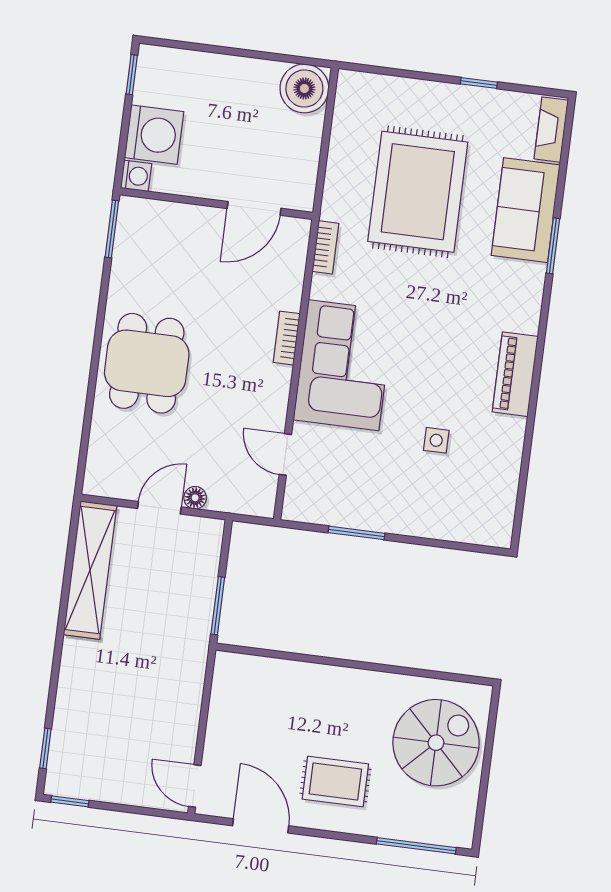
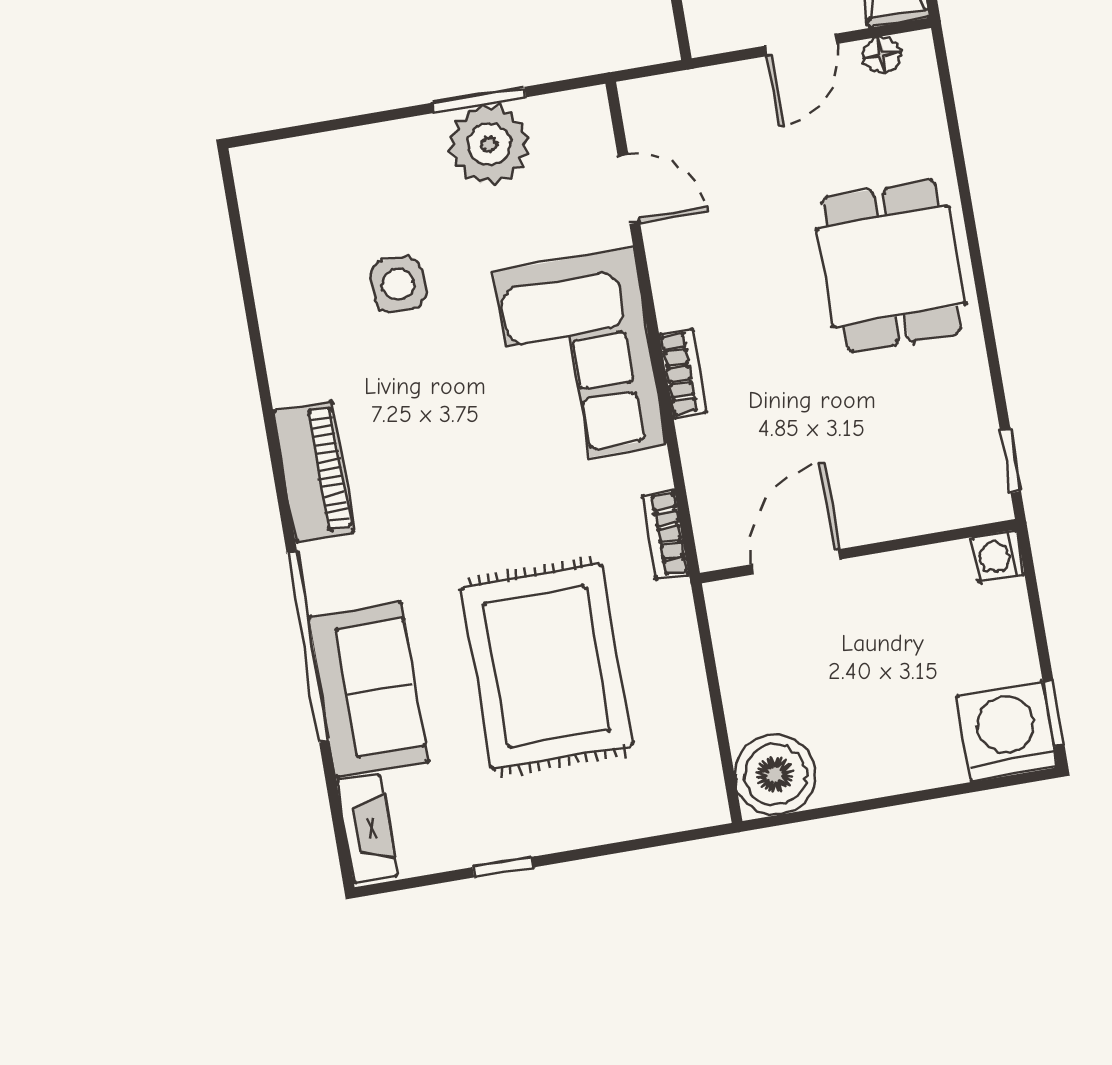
washing machine: (154, 135) -> (1007, 731), moved, turned 90
window: (112, 229) -> (1010, 461), width x0.67
window: (553, 246) -> (308, 647), width x2.11
piano: (515, 374) -> (314, 472), moved
side table: (436, 440) -> (398, 284), width x1.37, depth x1.37
floor lamp: (195, 498) -> (882, 55), moved
plant: (359, 505) -> (489, 144), added

